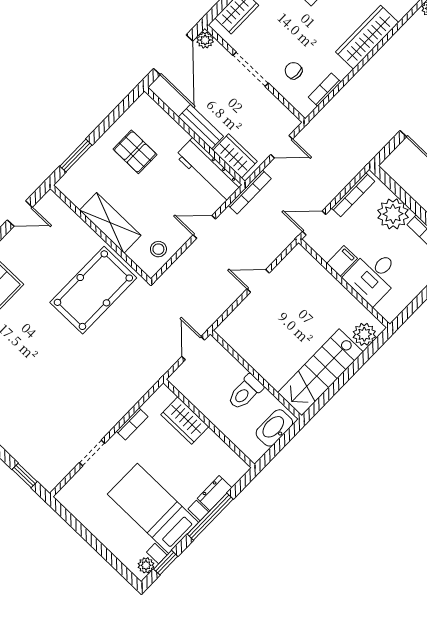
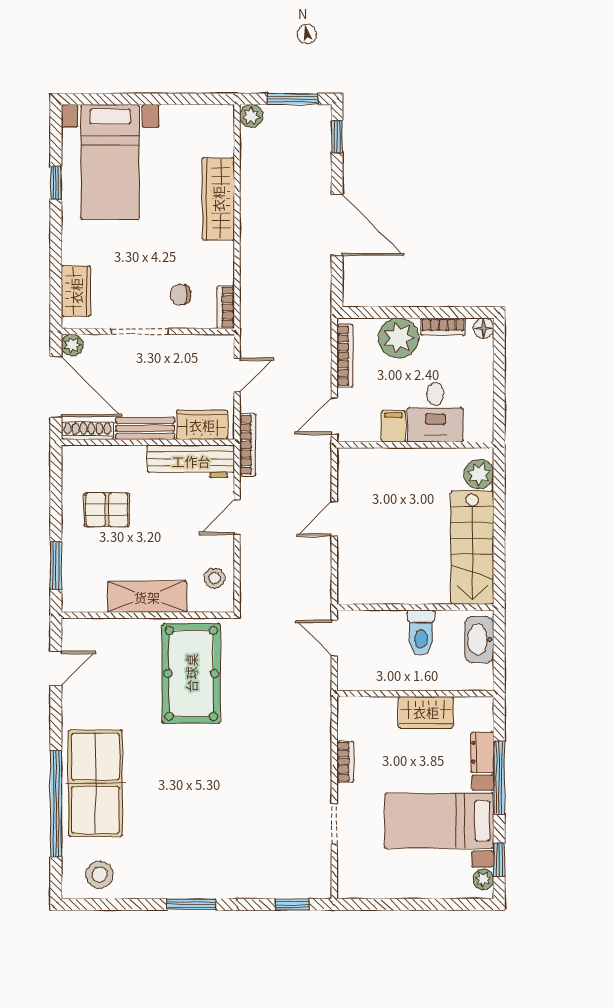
bookcase: (325, 90) -> (226, 307), moved
shoe rack: (167, 97) -> (87, 431), added
wardrobe: (185, 421) -> (426, 712), moved

